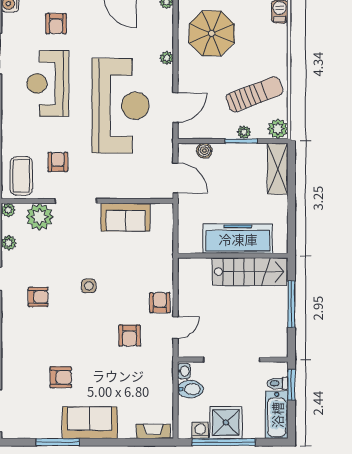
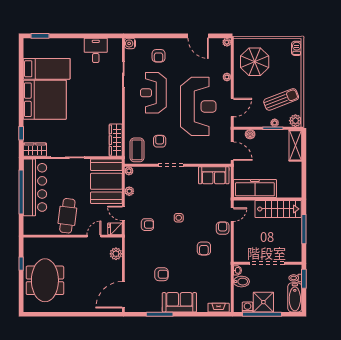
plant: (39, 217) -> (148, 175), removed
sofa: (126, 217) -> (214, 175), moved
freezer: (238, 239) -> (255, 189), moved
door: (175, 328) -> (232, 215), moved

